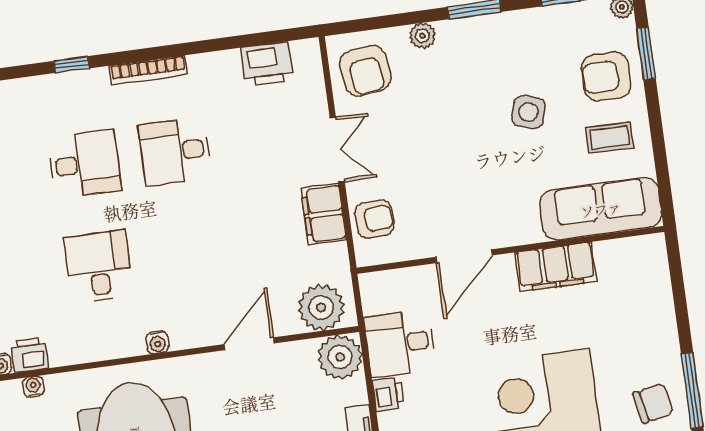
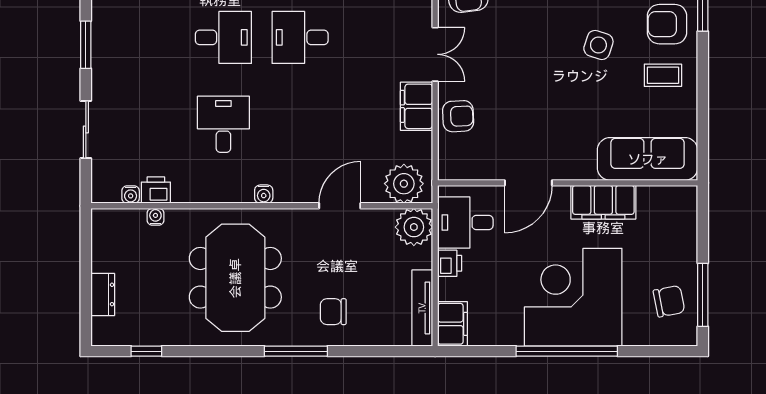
sofa: (601, 209) -> (648, 159), moved
wall: (510, 250) -> (568, 183), moved
door: (464, 256) -> (528, 183), moved
filing cabinet: (556, 267) -> (603, 202), moved

